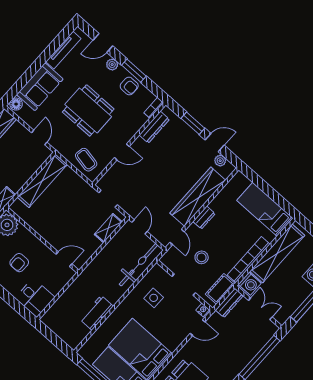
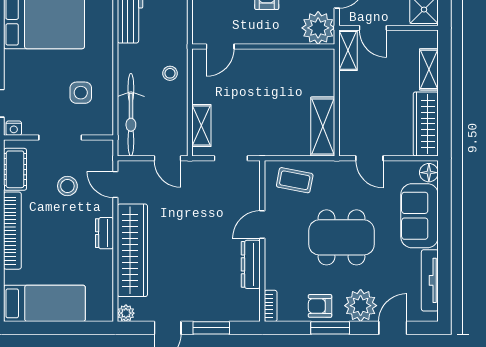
plant: (112, 65) -> (361, 306), width x1.88, depth x1.88
dresser: (154, 127) -> (251, 264), moved
plant: (220, 161) -> (126, 313), moved
shelving: (42, 181) -> (323, 126), width x0.68
stool: (101, 268) -> (170, 73), added

